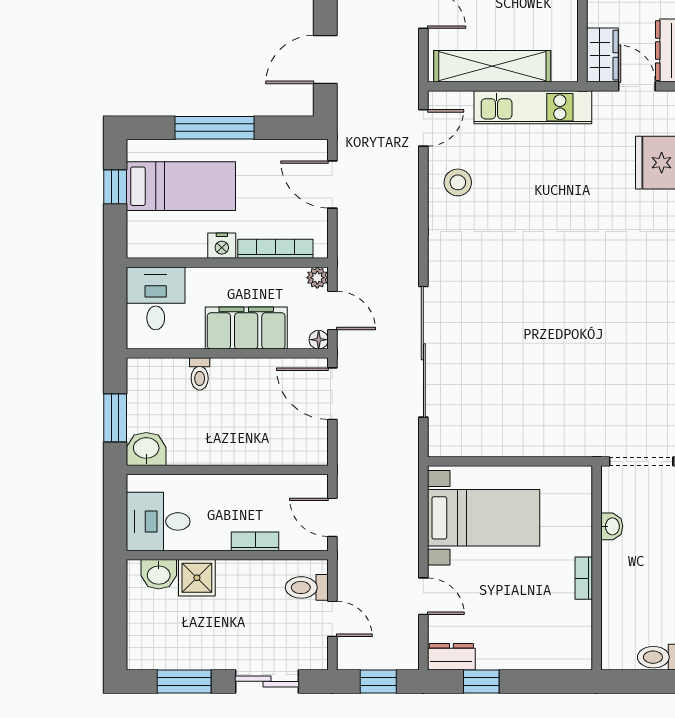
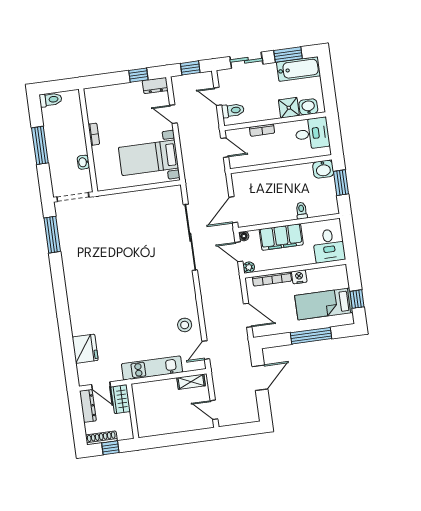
shelving: (492, 66) -> (191, 382), width x0.45, depth x0.75
door: (332, 394) -> (233, 210), swing flipped
bathtub: (168, 651) -> (298, 69), added

